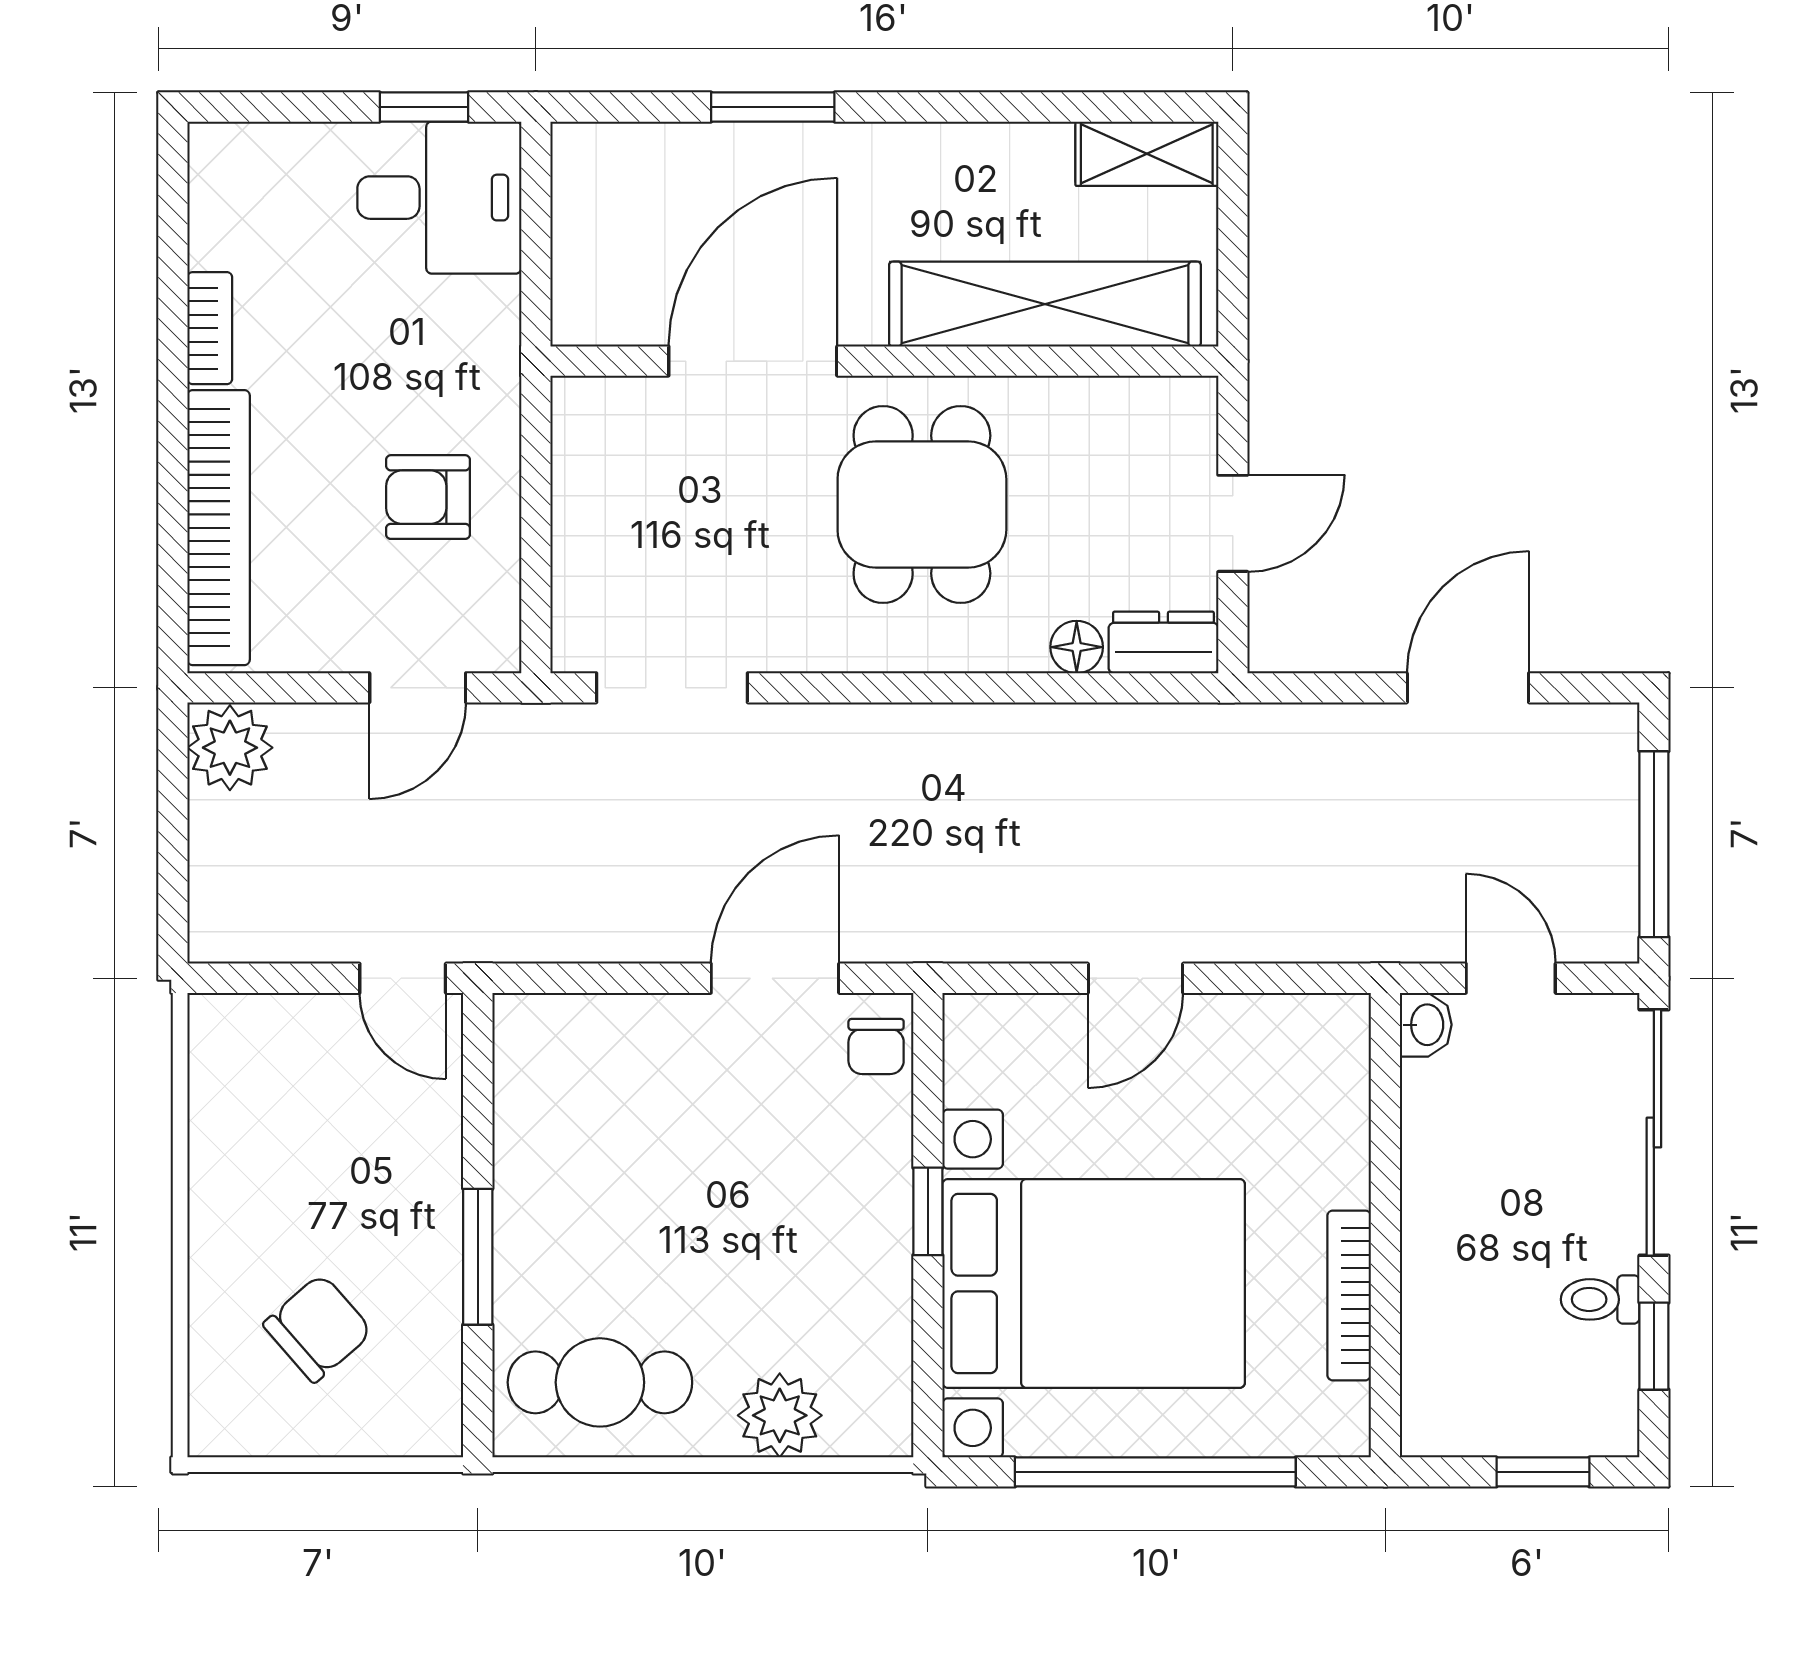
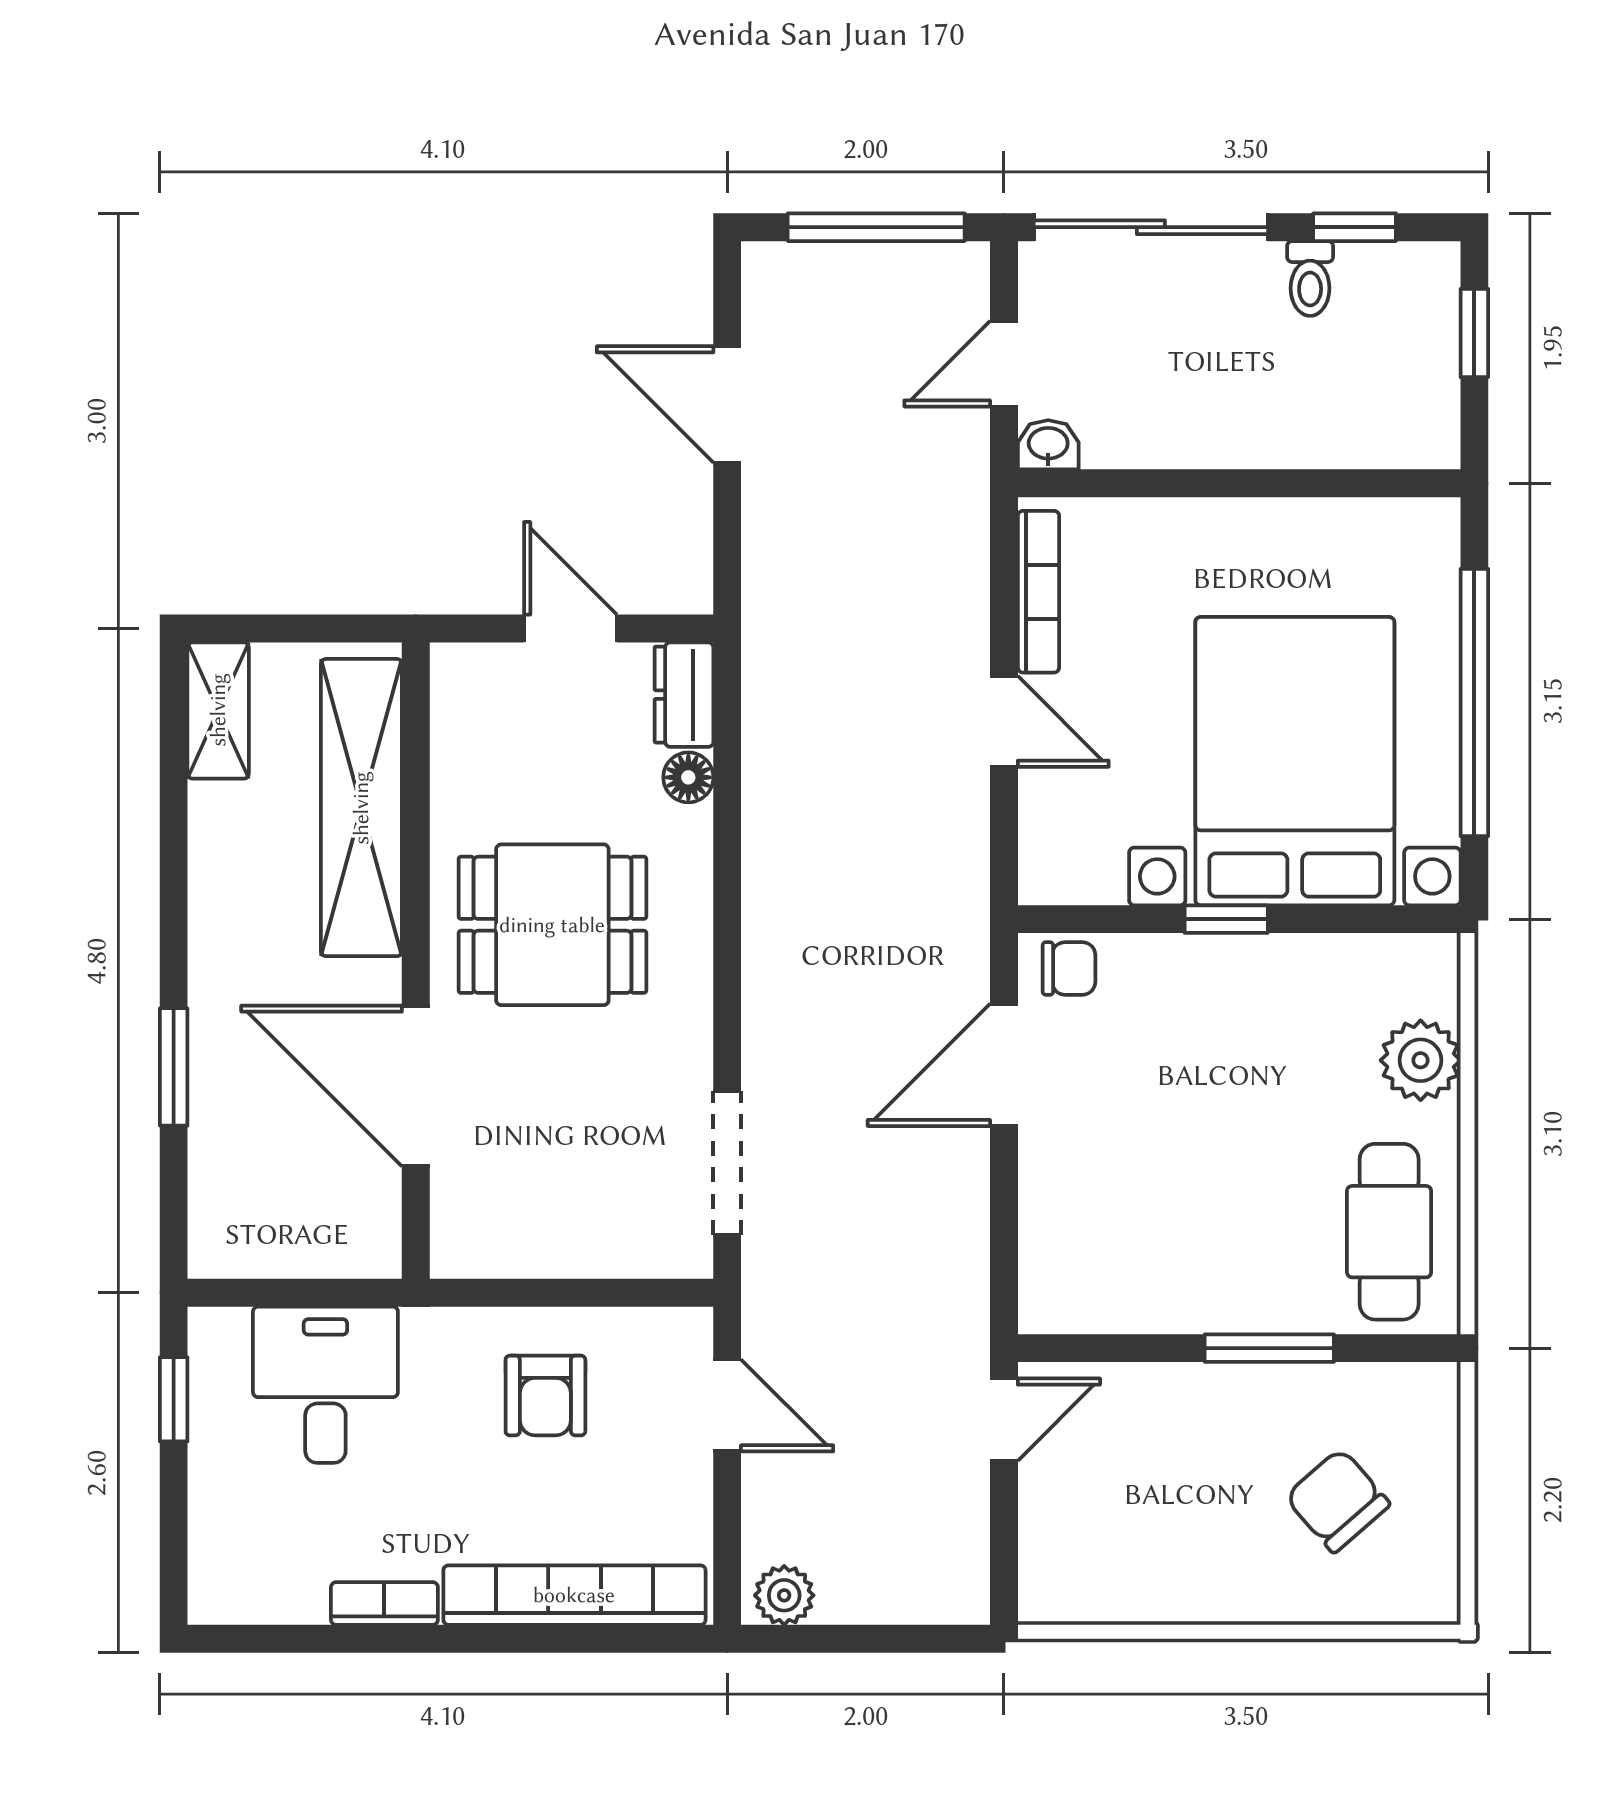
desk: (439, 198) -> (325, 1385), moved
plant: (230, 748) -> (784, 1595), width x0.73, depth x0.73
door: (775, 978) -> (1004, 1065), hinge flipped
bookcase: (1349, 1295) -> (1038, 592), moved, turned -90

